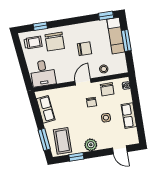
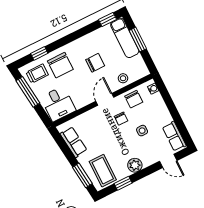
window: (21, 55) -> (28, 92), added
row of seats: (129, 116) -> (174, 136), moved

